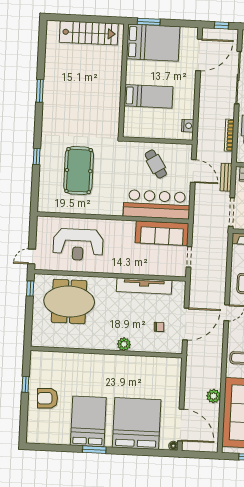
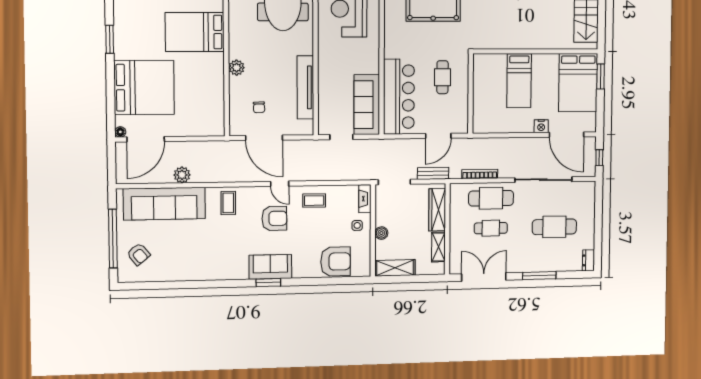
nightstand: (188, 126) -> (541, 126), moved
cafe table: (156, 164) -> (443, 77), moved, turned -58
bed: (88, 421) -> (195, 32), moved, turned 180

